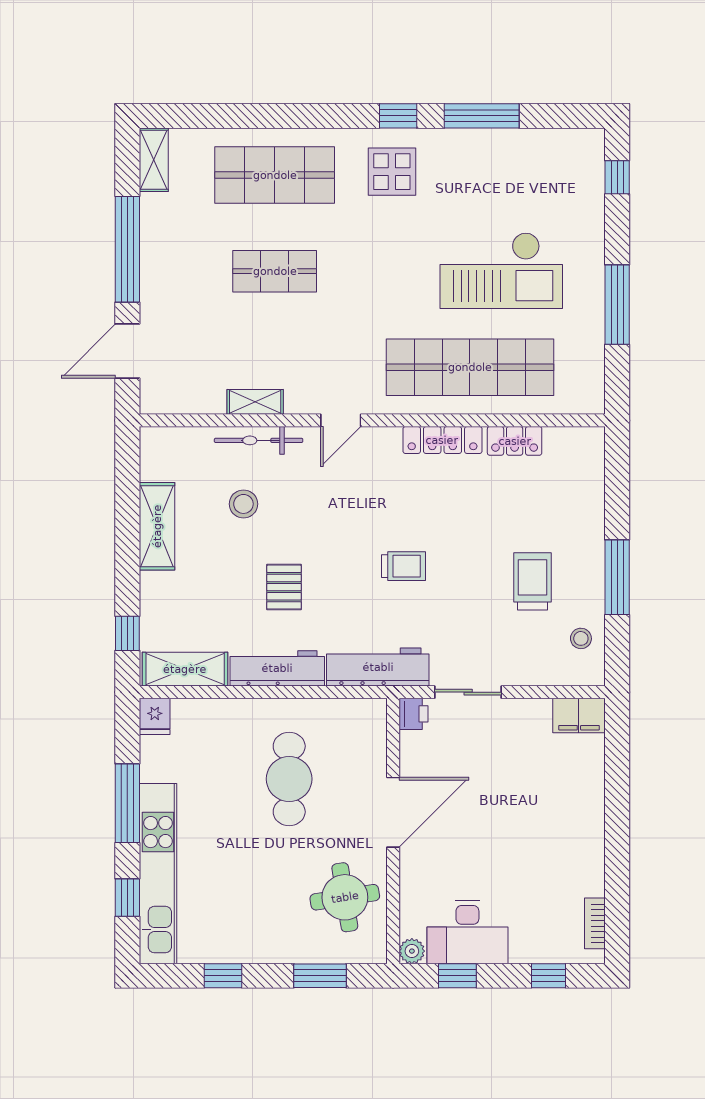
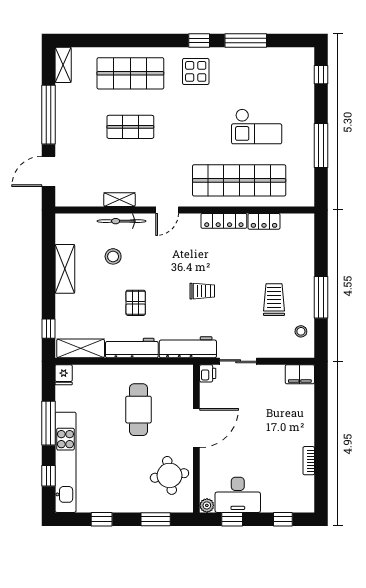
checkout: (501, 270) -> (257, 126), width x0.73, depth x0.83
bookcase: (595, 923) -> (309, 461), moved

